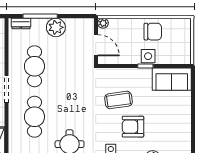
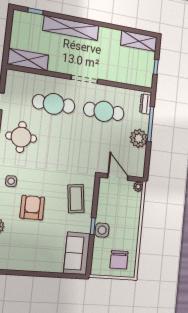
chair: (153, 32) -> (119, 260), moved
door: (96, 45) -> (118, 177), swing flipped
coffee table: (118, 100) -> (76, 199), moved

